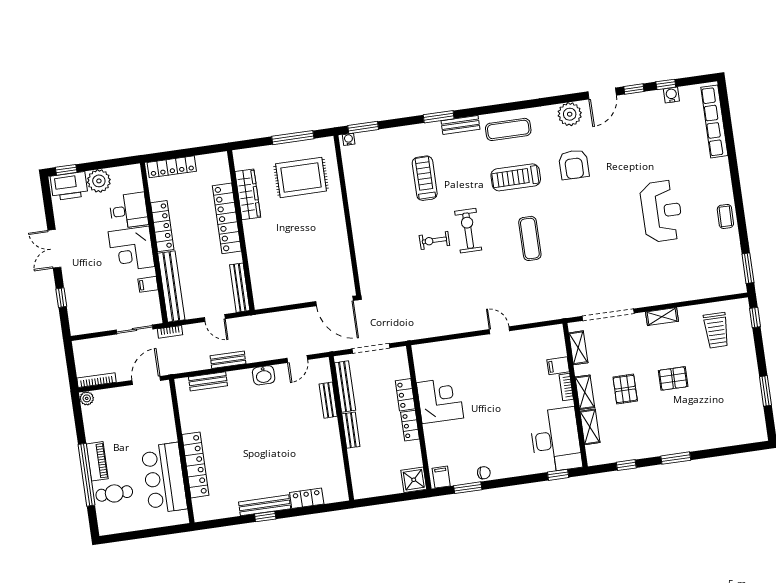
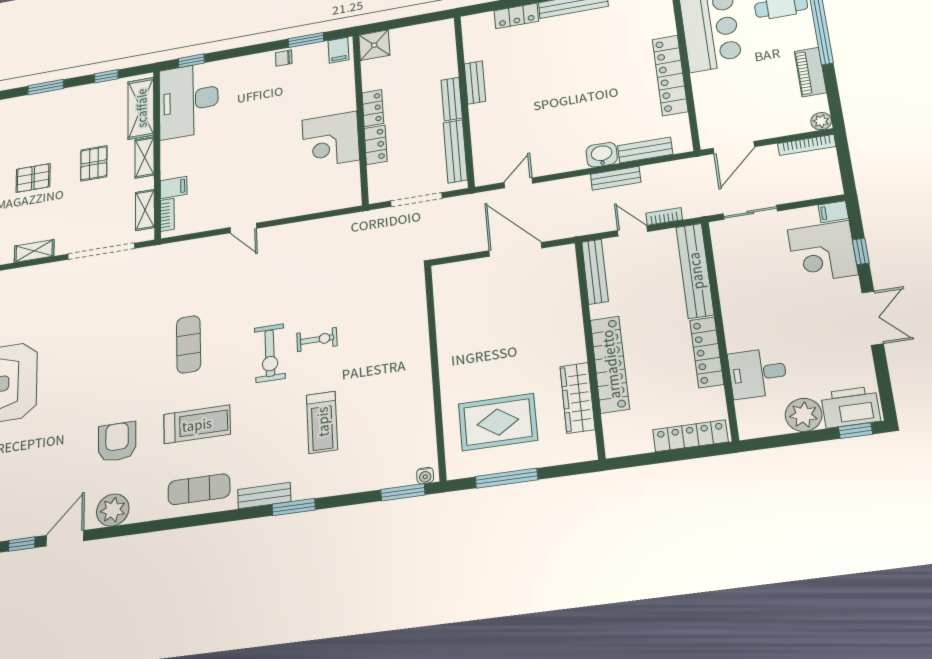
corner desk: (131, 249) -> (823, 252), moved, turned 180
filing cabinet: (148, 284) -> (833, 212), moved, turned 180
door: (335, 301) -> (515, 249), moved
bookcase: (170, 332) -> (664, 216), moved
washbasin: (264, 375) -> (602, 155), moved
bookcase: (566, 387) -> (167, 215), moved
bench: (328, 400) -> (475, 82), moved
shelving: (590, 427) -> (141, 108), width x1.50, depth x1.33
piano: (97, 461) -> (810, 72), moved
locker: (195, 465) -> (670, 75), moved

